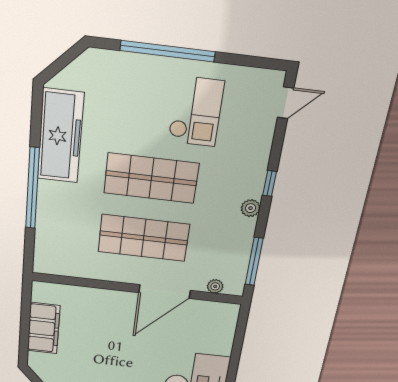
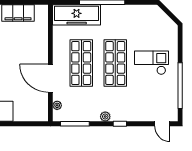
window: (168, 51) -> (180, 86), moved
checkout: (196, 111) -> (152, 63), moved, turned 180
freezer: (60, 136) -> (77, 15), moved

